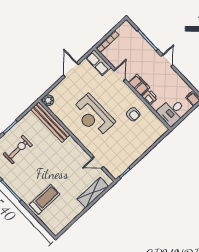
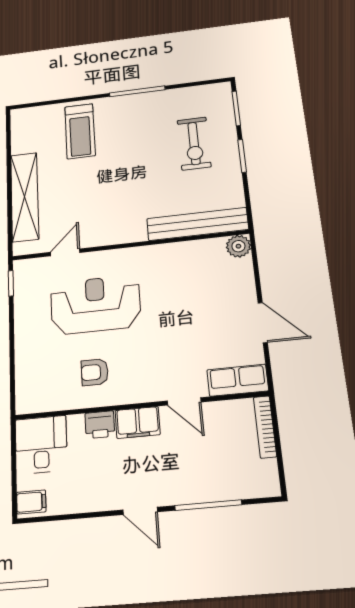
reception desk: (93, 116) -> (95, 305), moved
shelving: (93, 193) -> (25, 197), width x1.47

